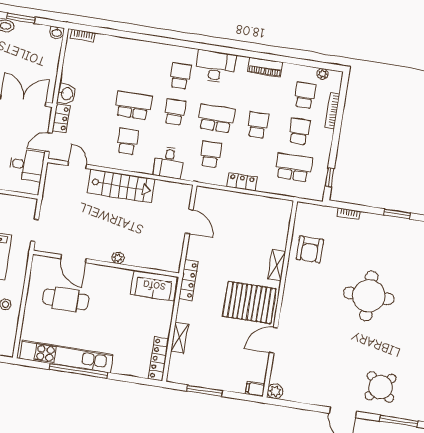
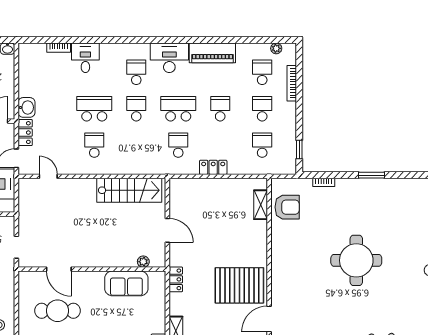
bookcase: (83, 36) -> (59, 48), moved
piano: (265, 67) -> (212, 53), width x1.37, depth x1.33
desk: (169, 163) -> (85, 58), moved, turned 180
school desk: (294, 167) -> (262, 145), width x0.54
stairs: (121, 186) -> (129, 190), moved
door: (189, 222) -> (167, 230), moved
armchair: (310, 249) -> (287, 207), moved, turned -90
plant: (118, 258) -> (143, 262), moved
shelving: (277, 265) -> (261, 205), moved
locker: (189, 280) -> (176, 279), width x0.66
sofa: (154, 286) -> (126, 283), moved

